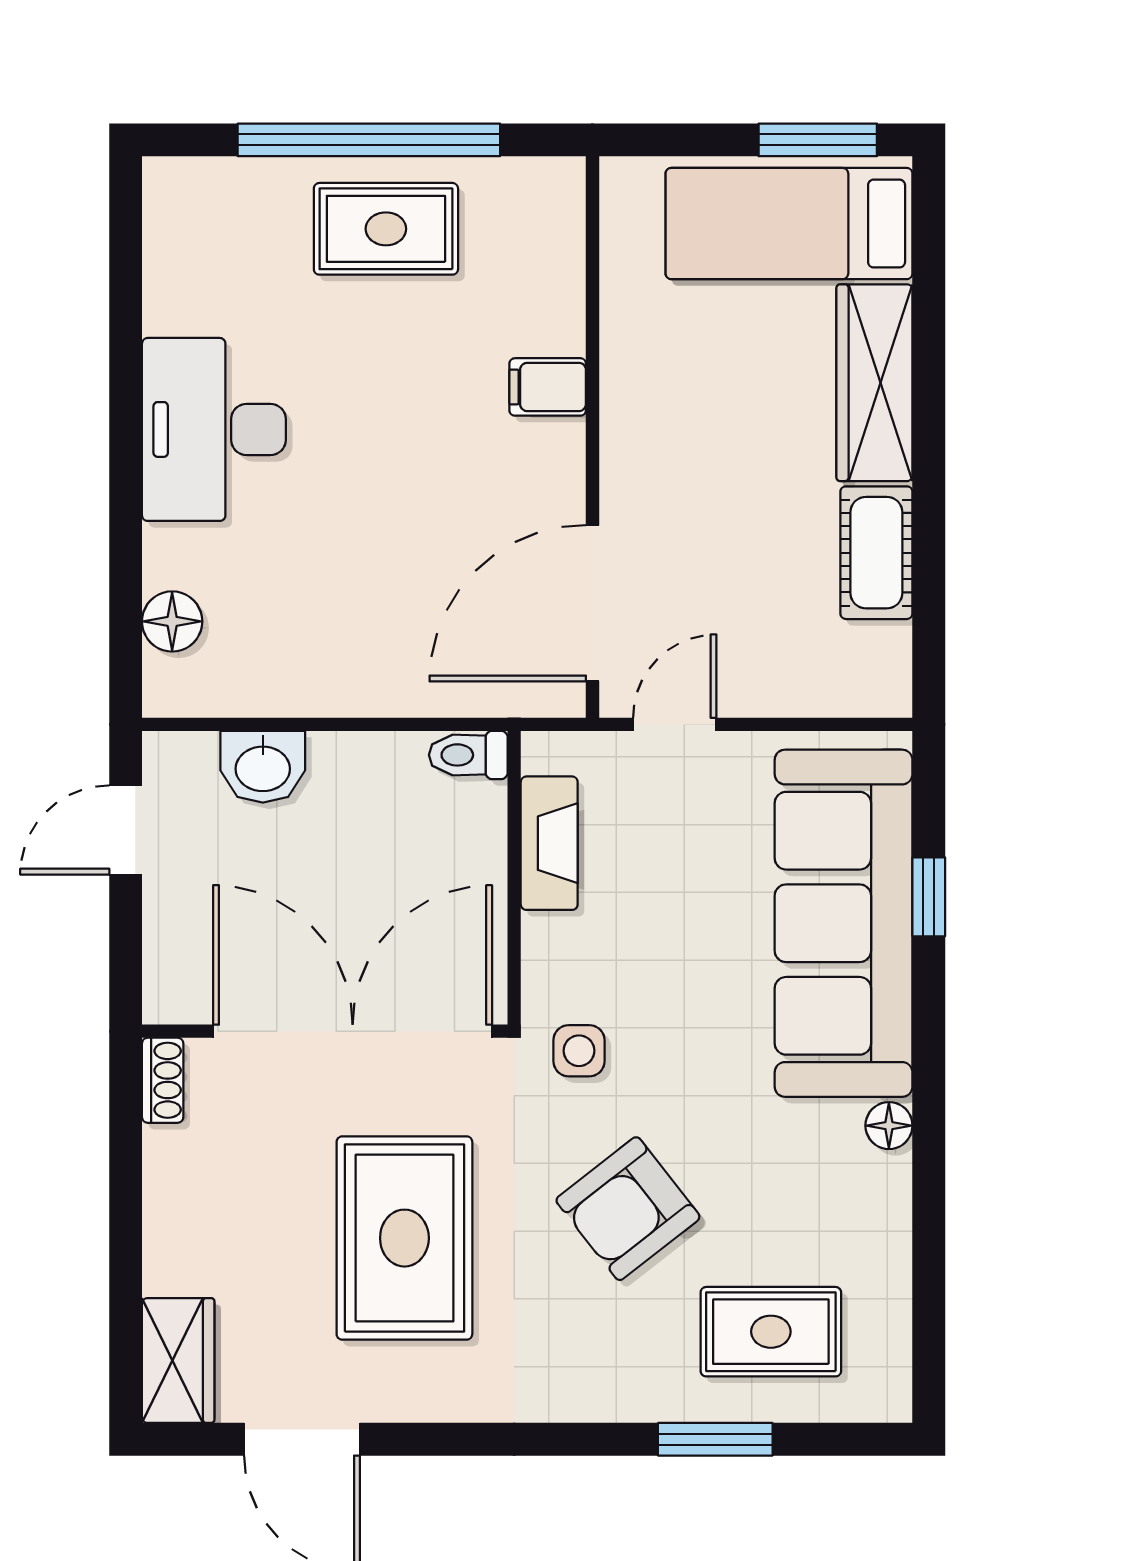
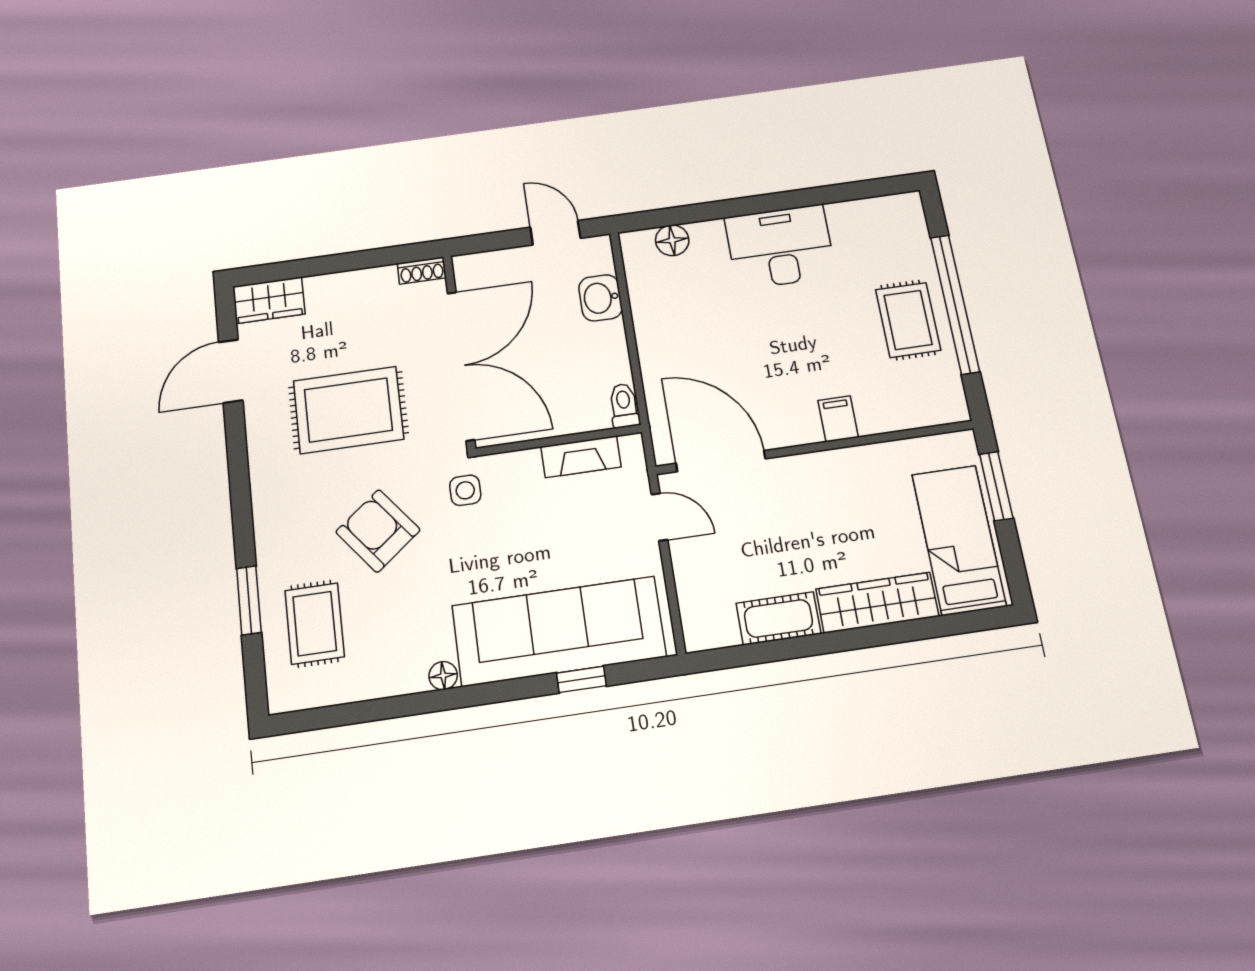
window: (818, 140) -> (996, 486), moved

